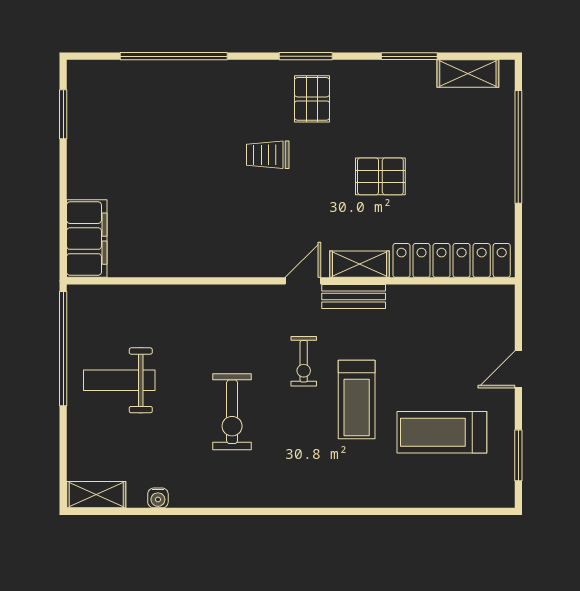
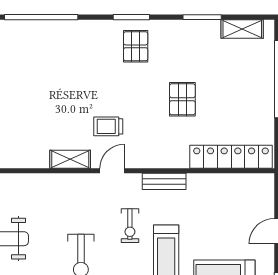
trolley: (268, 155) -> (108, 126), moved
pallet: (380, 176) -> (182, 99), turned 90
shelving: (360, 264) -> (70, 159), moved
door: (303, 281) -> (112, 171), moved

